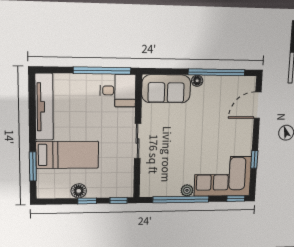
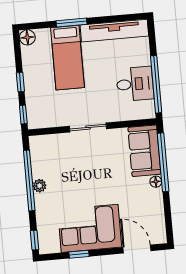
window: (217, 72) -> (163, 162), moved
desk: (118, 91) -> (135, 84), moved, turned -90
window: (33, 166) -> (72, 23), moved
corner sofa: (223, 176) -> (90, 228), moved, turned -90
floor lamp: (79, 191) -> (27, 37), moved

